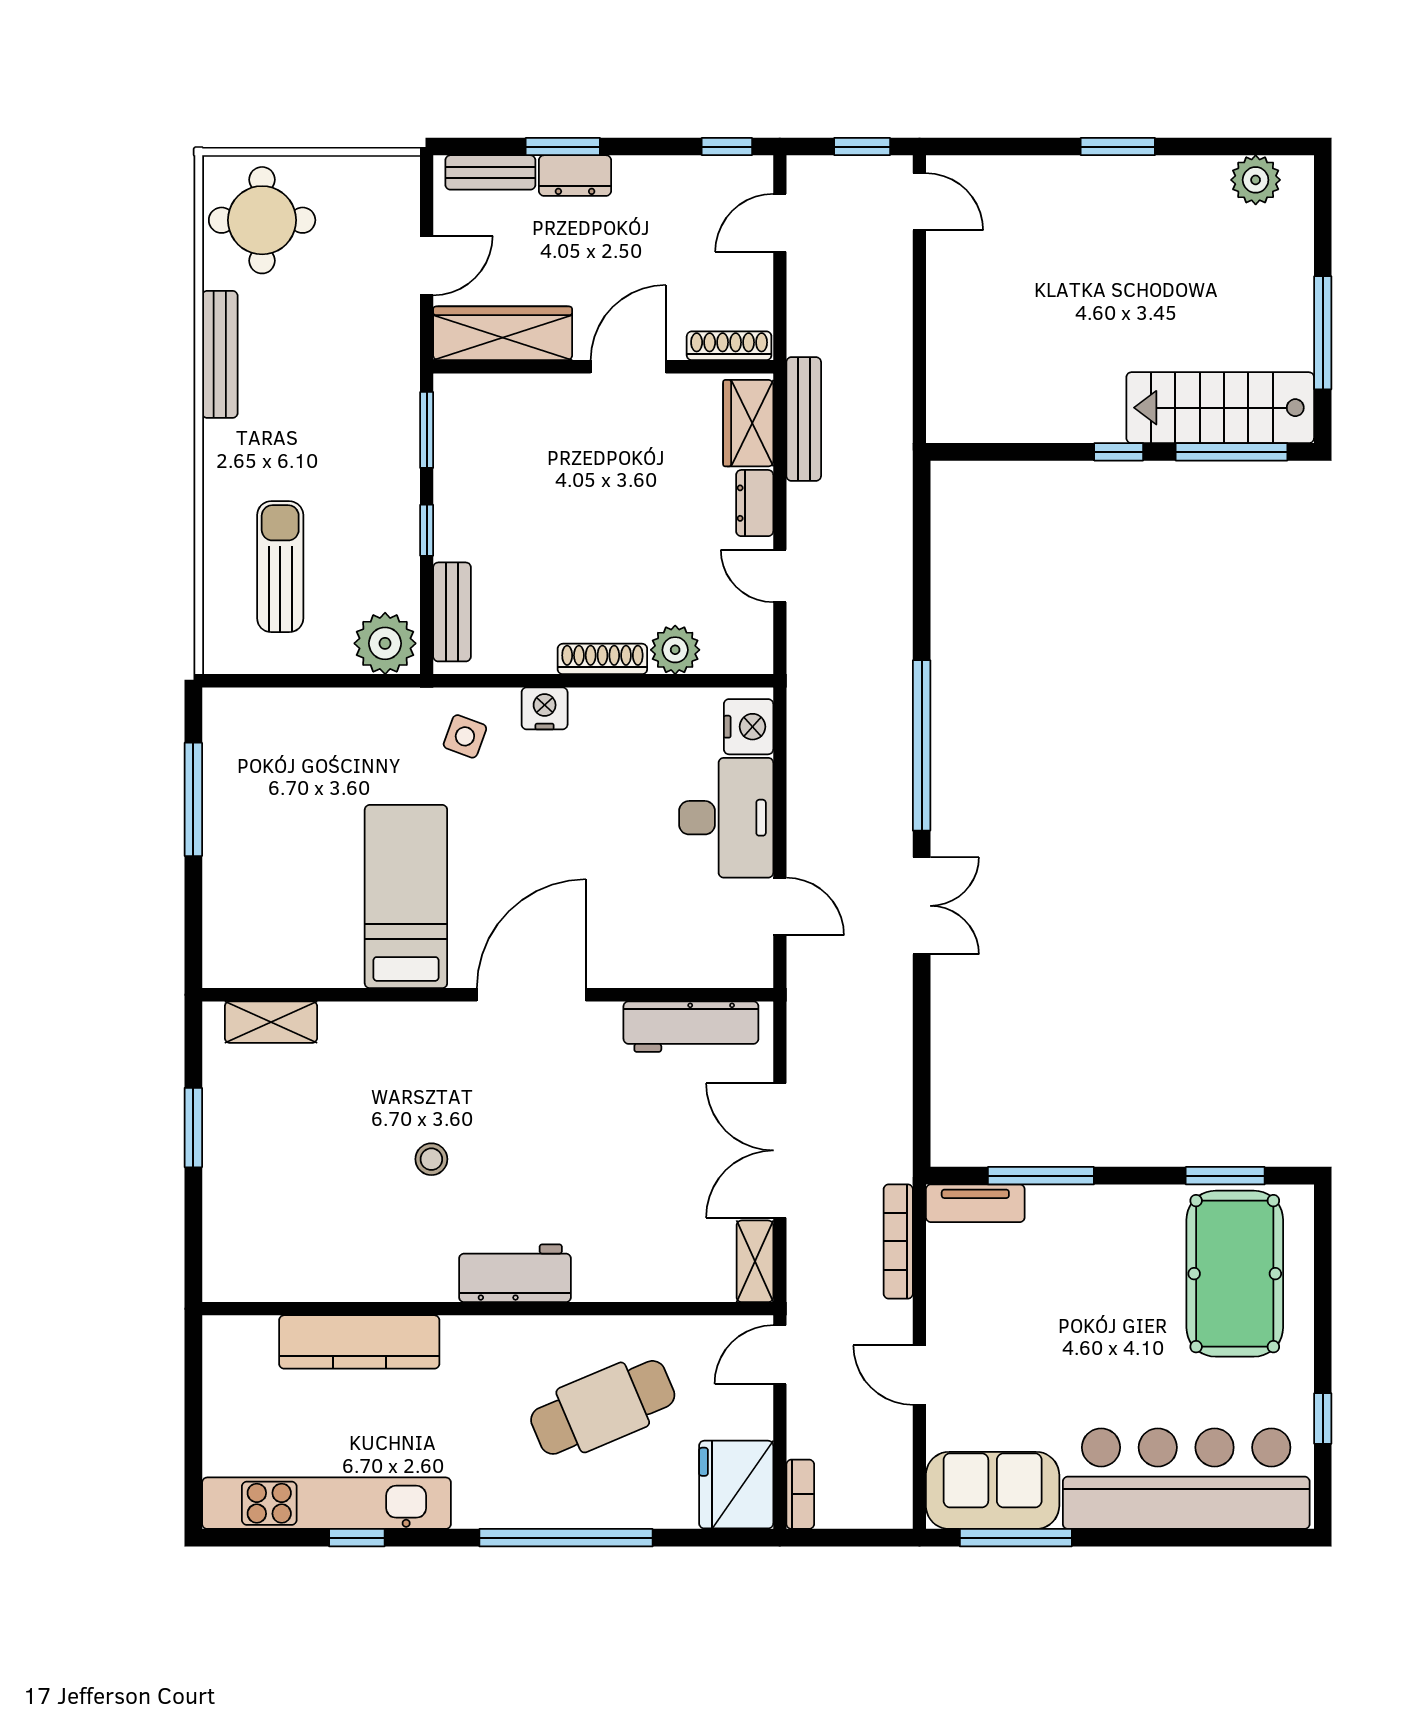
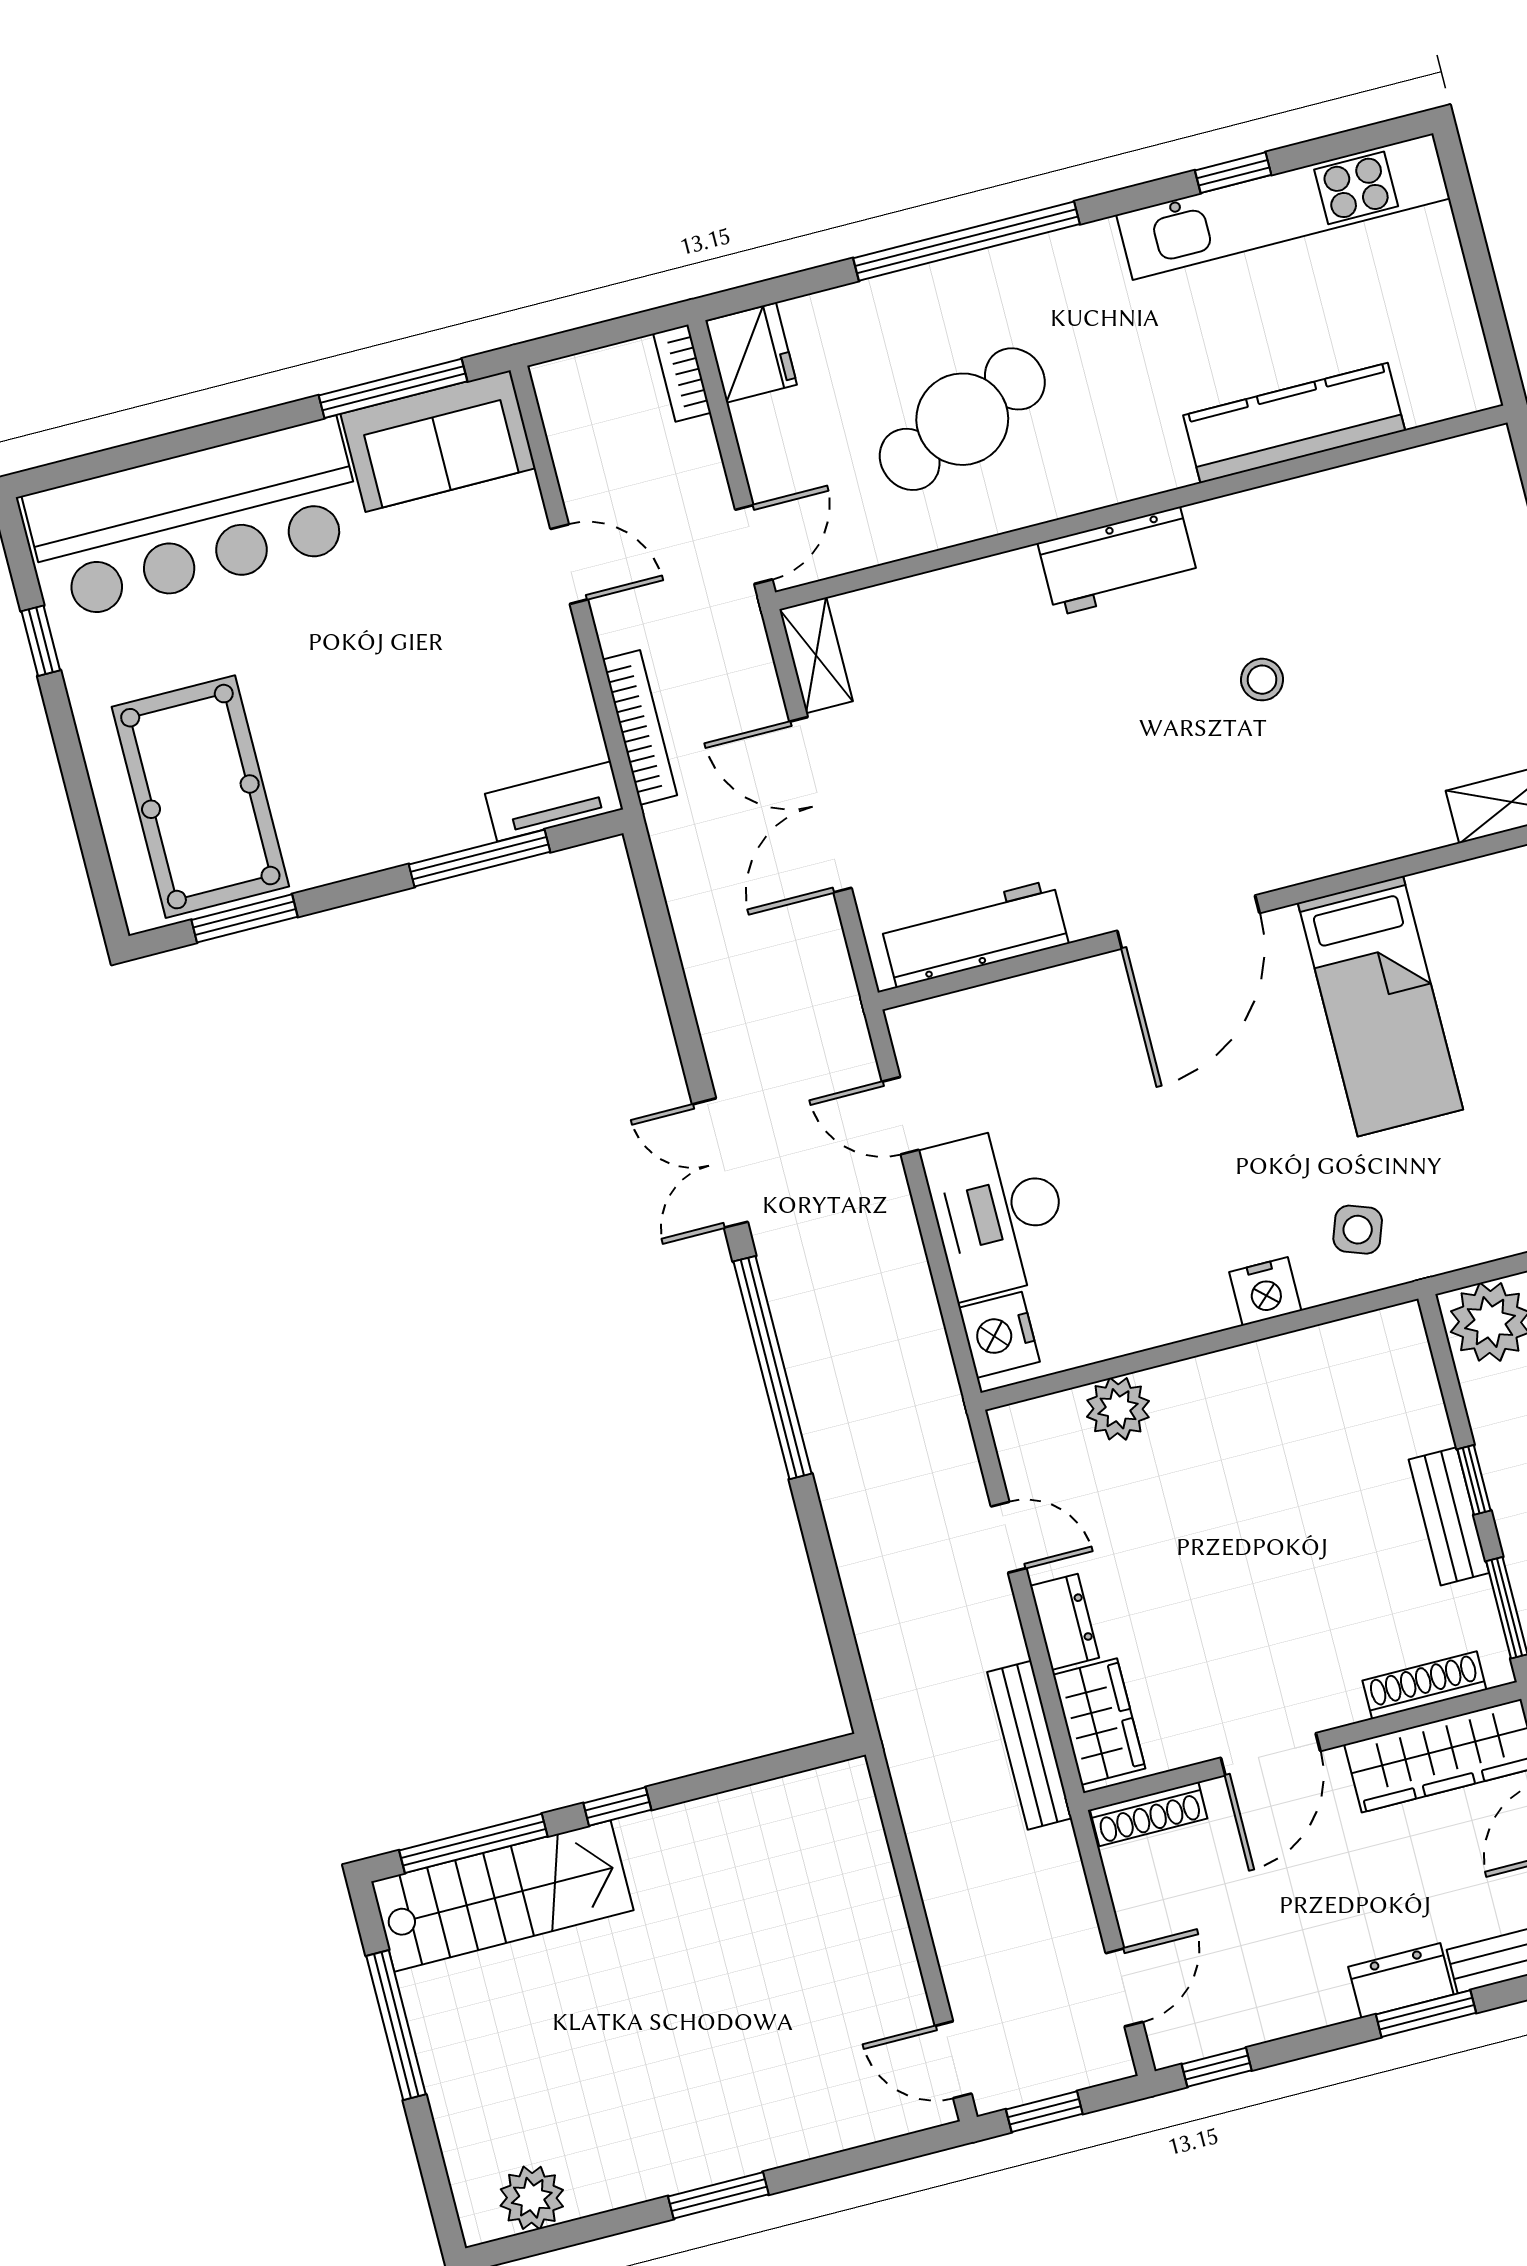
bench: (452, 612) -> (1449, 1516), moved
shoe rack: (602, 659) -> (1424, 1685), moved, turned 180
double door: (780, 1150) -> (821, 805), swing flipped
fridge: (736, 1485) -> (751, 353), width x0.73, depth x0.75

